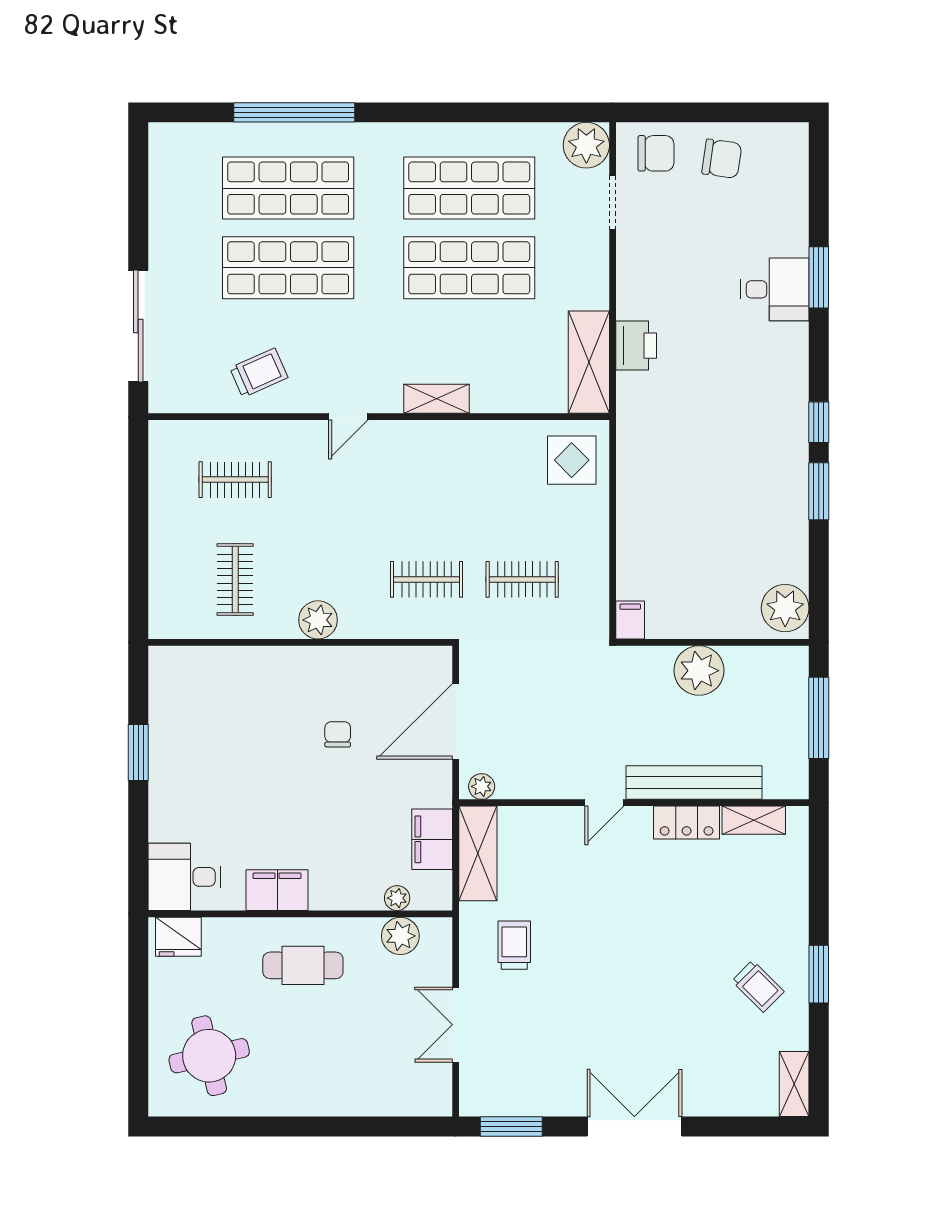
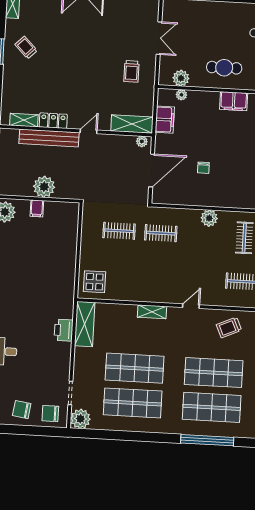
filing cabinet: (630, 620) -> (37, 208), moved
shelving: (478, 853) -> (132, 124), moved, turned 90

